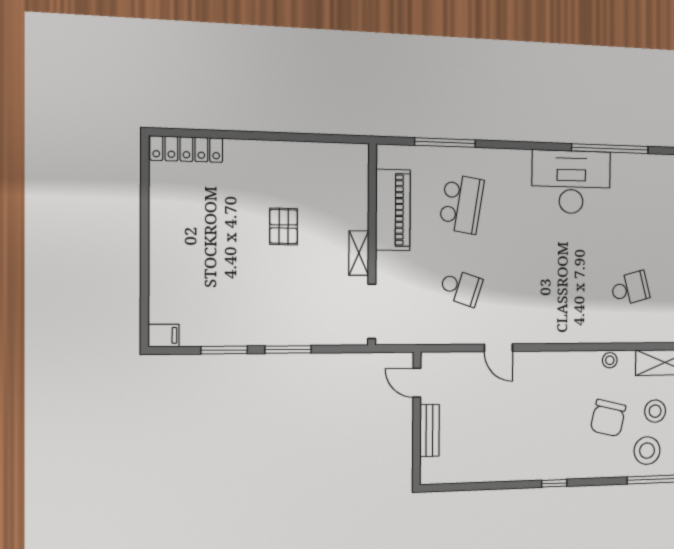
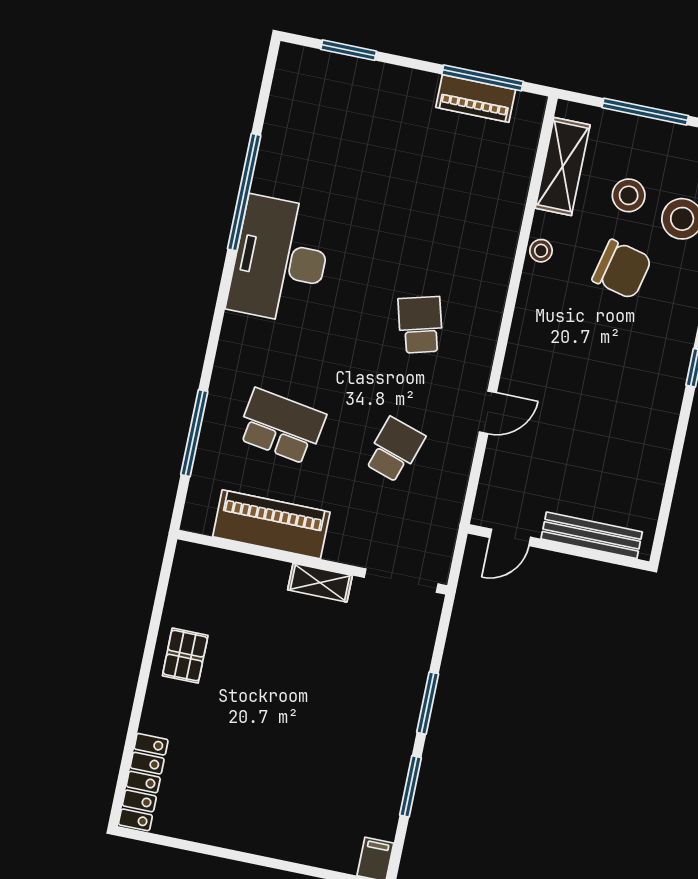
pallet: (284, 226) -> (185, 656), moved, turned 90
school desk: (630, 288) -> (420, 325), moved
bench: (430, 431) -> (592, 535), width x1.36

